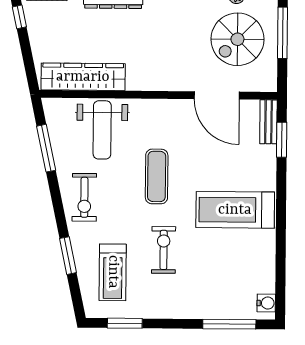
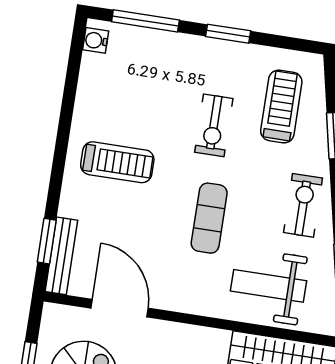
bench: (268, 122) -> (61, 256), width x1.36
weight bench: (102, 130) -> (269, 286), turned -90
treadmill: (235, 210) -> (117, 162), width x0.73, depth x0.73
window: (125, 323) -> (228, 34), moved

